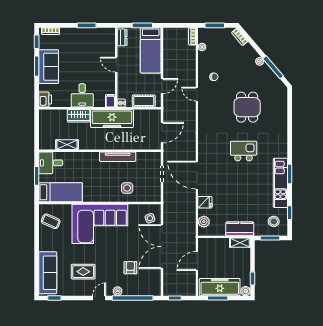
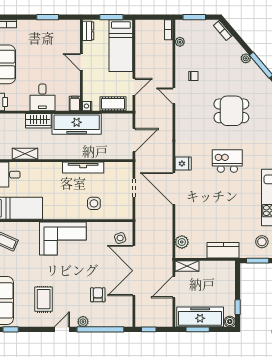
dining table: (247, 107) -> (231, 111), turned 90
fridge: (205, 202) -> (183, 164), moved
corner sofa: (100, 224) -> (63, 239), width x0.73, depth x0.74
shelving: (240, 243) -> (187, 266), moved
rug: (83, 272) -> (44, 299), turned 90

